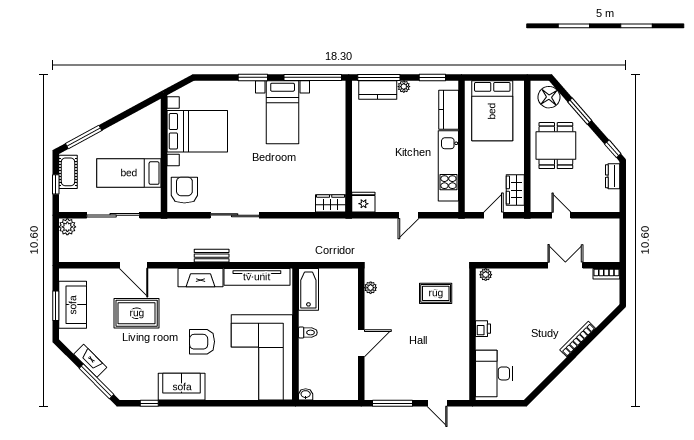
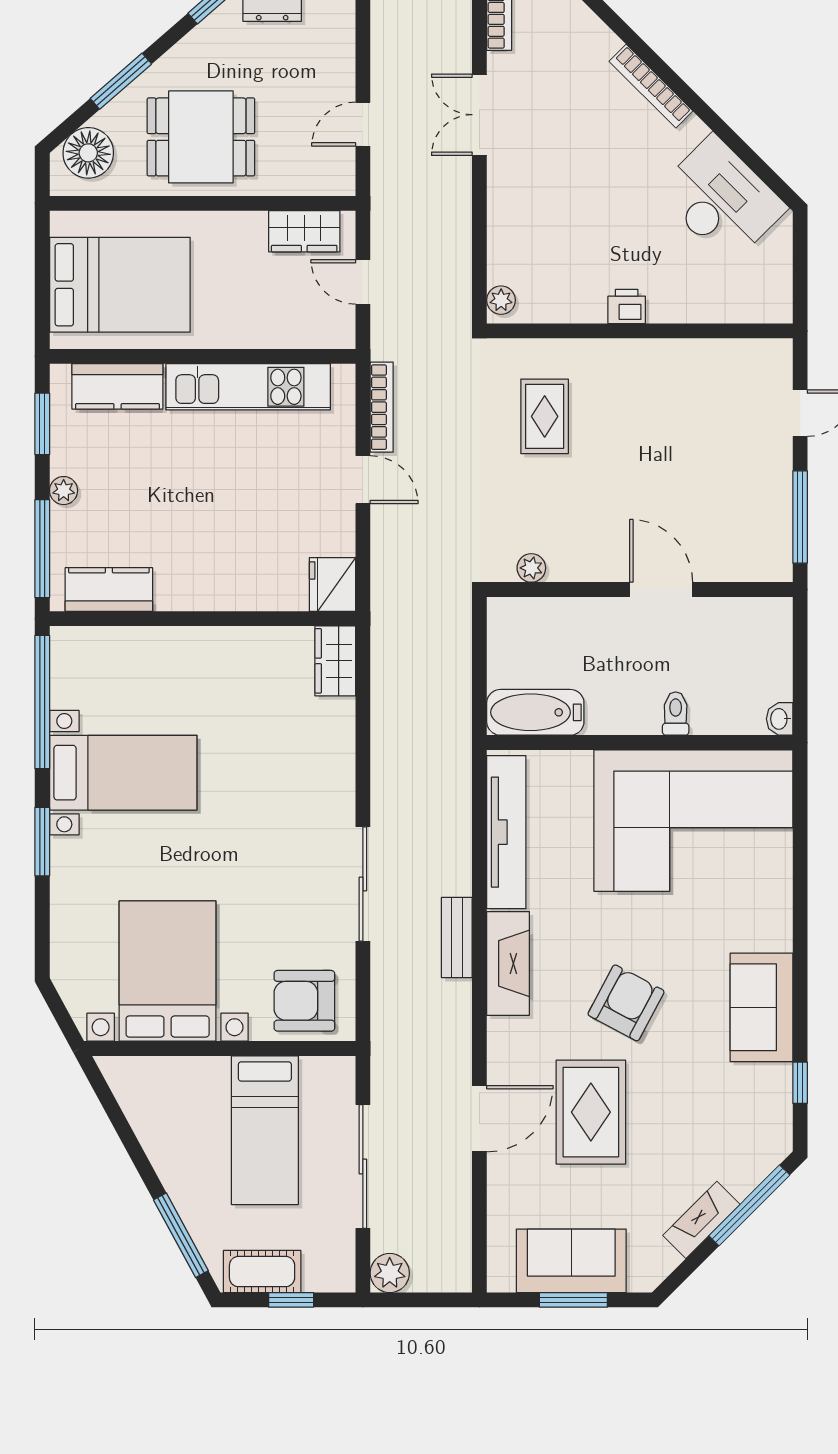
kitchen counter: (378, 90) -> (109, 589), moved, turned -90
bookcase: (440, 223) -> (382, 407), added
toilet: (308, 333) -> (676, 714), moved
armchair: (202, 342) -> (626, 1003), moved, turned -152
desk: (494, 373) -> (721, 200), moved, turned -135

